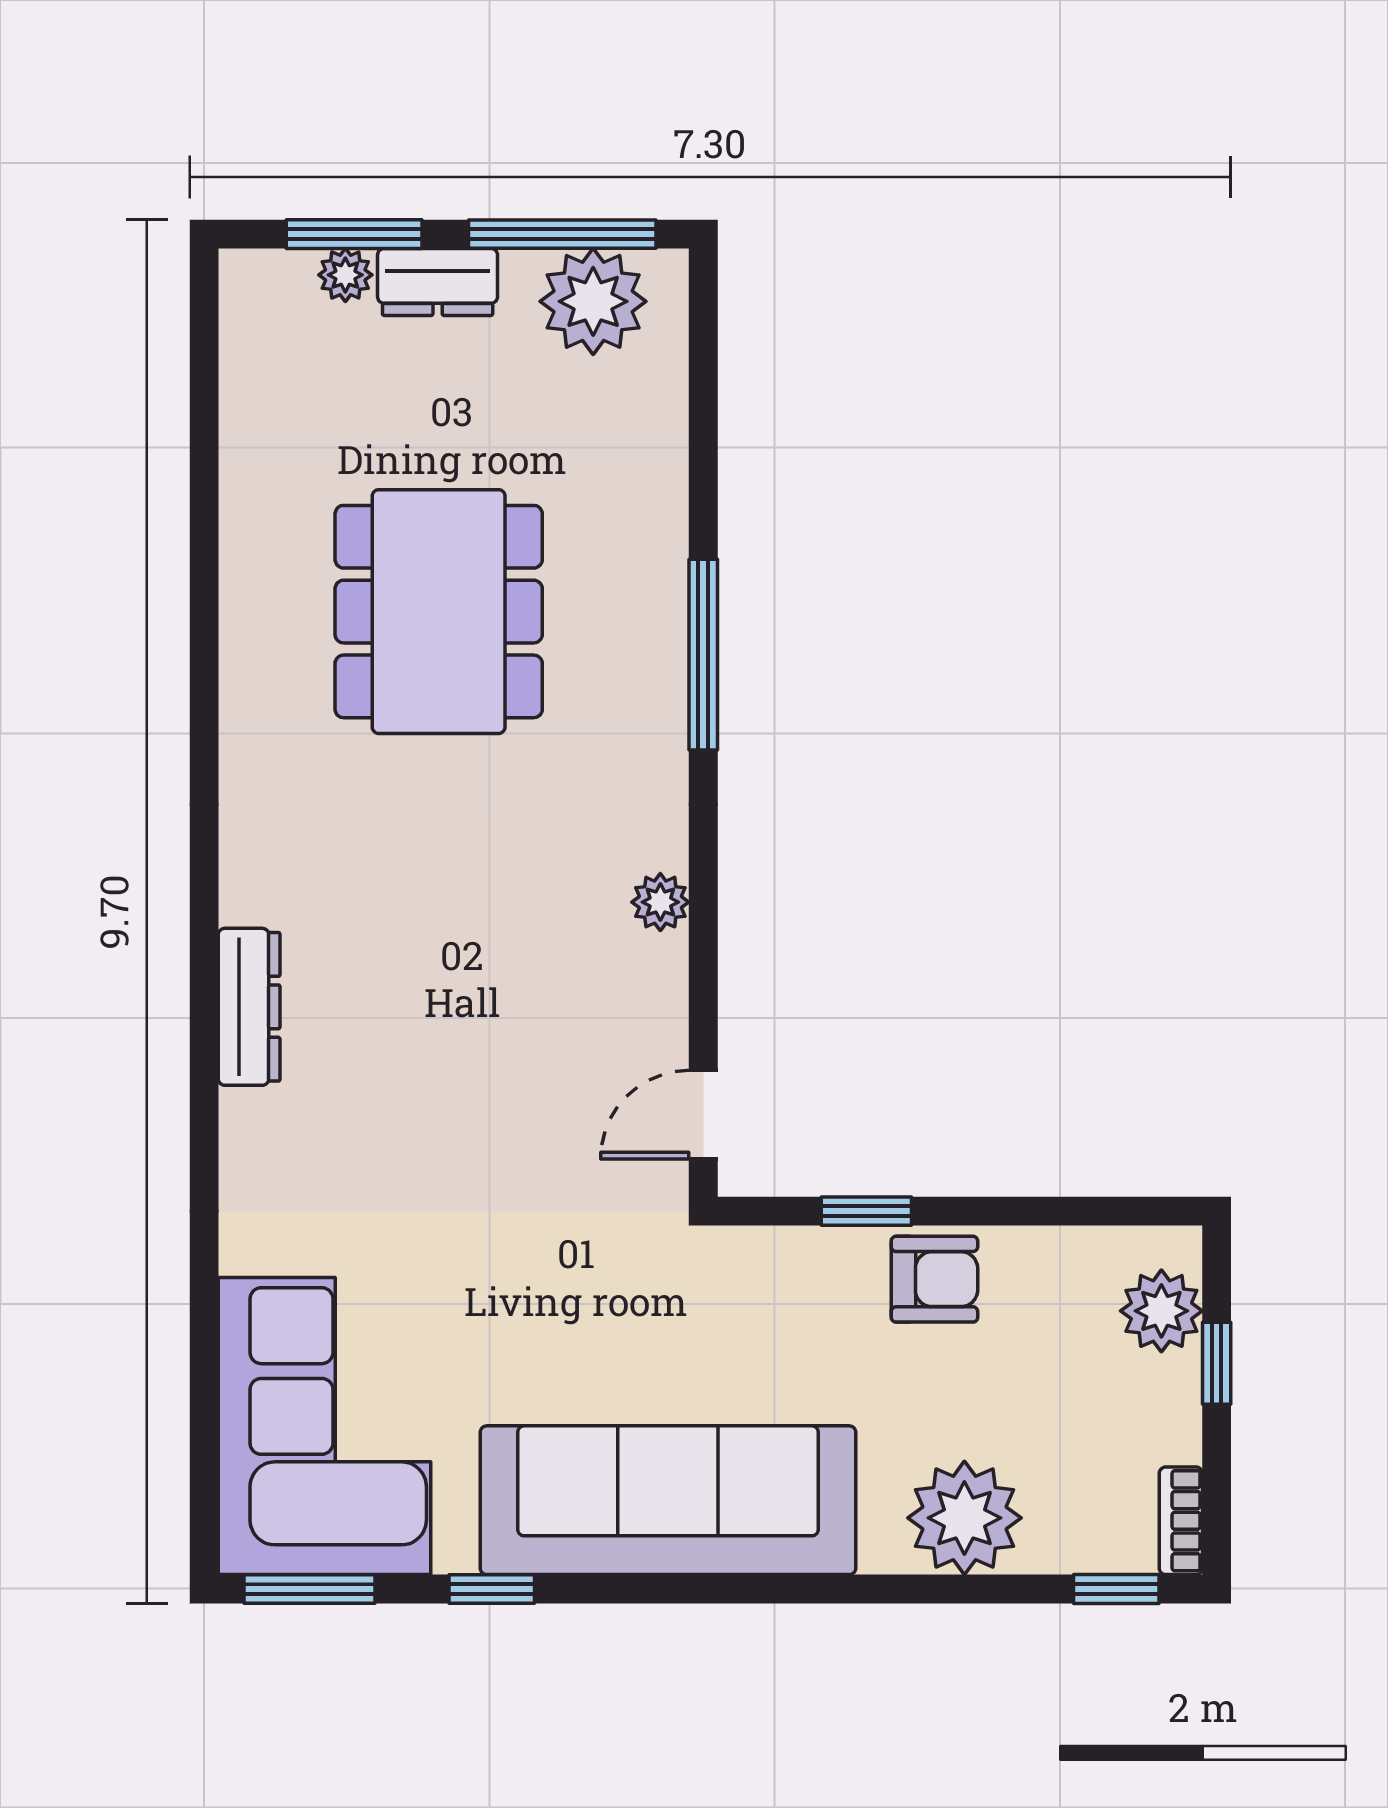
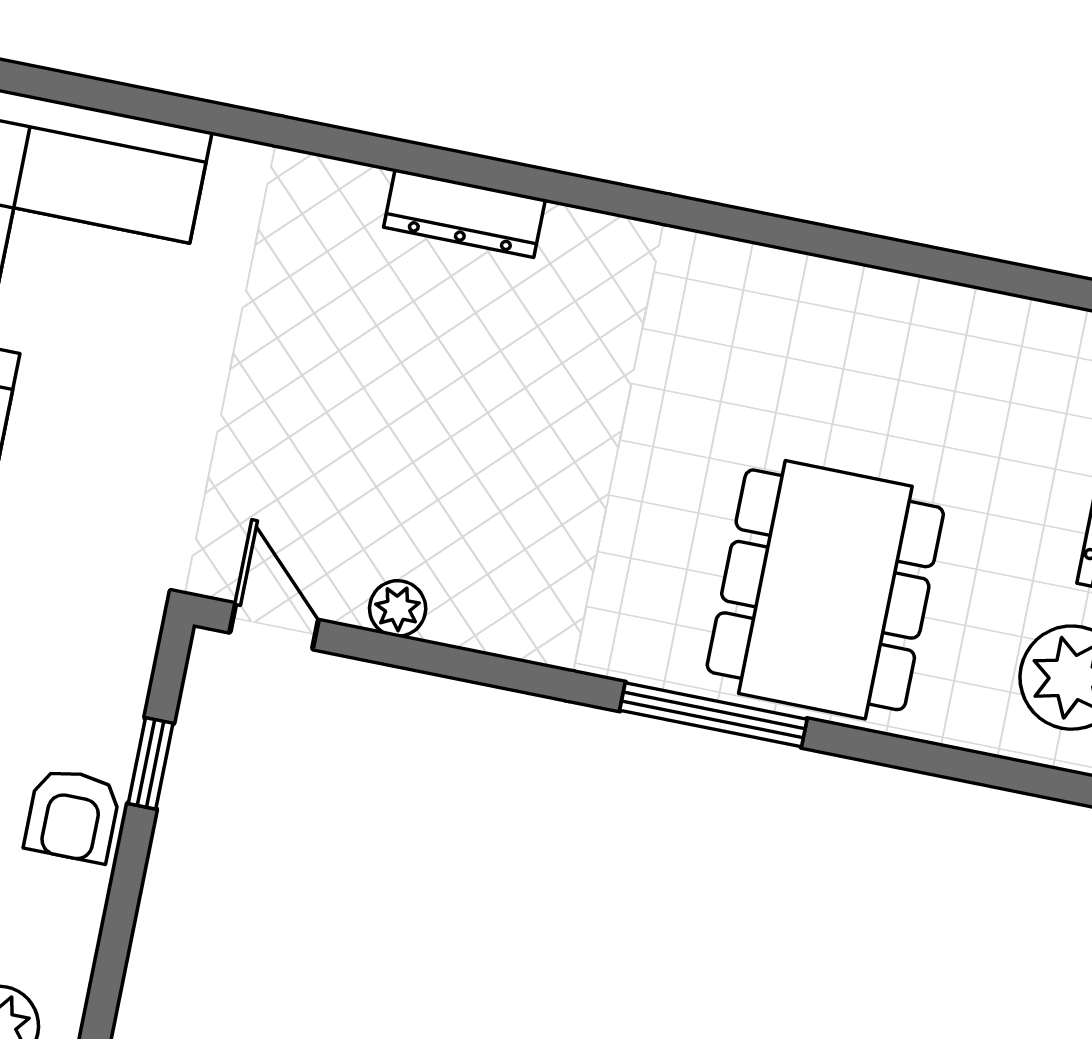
dining table: (439, 612) -> (825, 590), moved, turned 90
plant: (660, 902) -> (398, 608), moved

